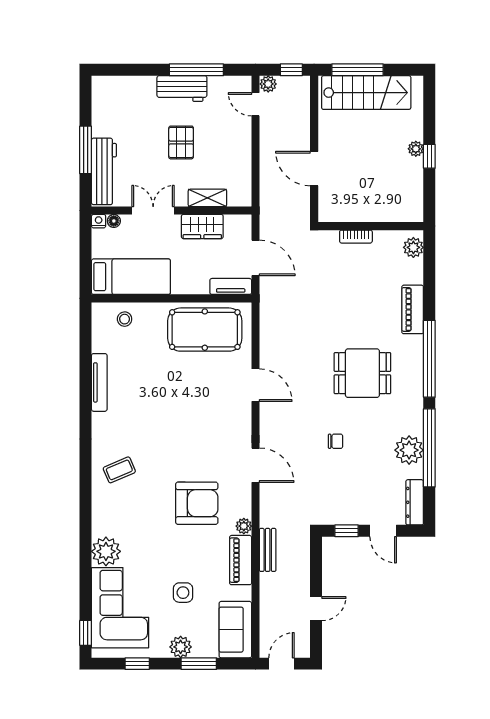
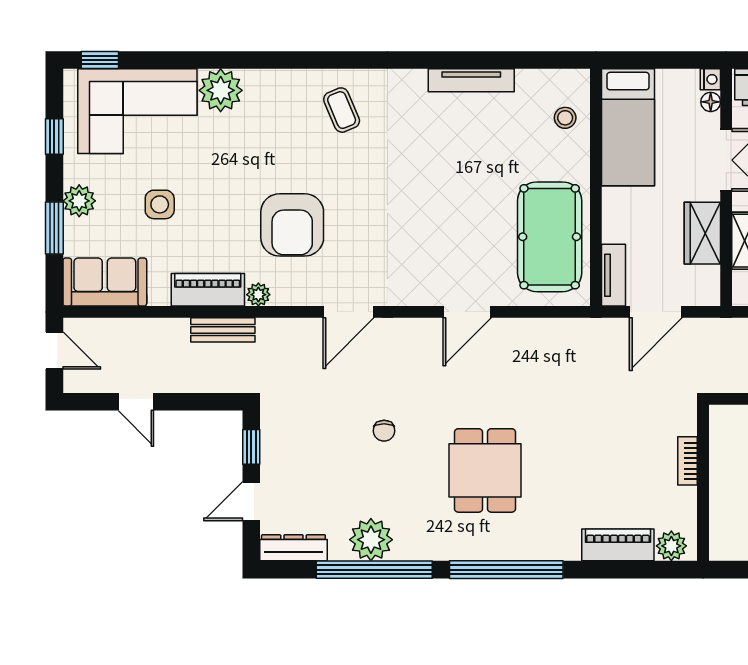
piano: (413, 309) -> (618, 545), moved

